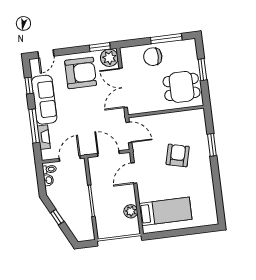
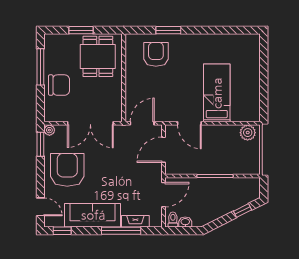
chair: (153, 57) -> (59, 85), turned -90
plant: (109, 58) -> (49, 130), width x0.53, depth x0.53
window: (29, 86) -> (62, 231), moved
armchair: (178, 155) -> (156, 54), moved, turned 76
door: (70, 158) -> (163, 195), swing flipped
plant: (131, 211) -> (248, 133), moved
bed: (165, 211) -> (217, 93), moved
window: (57, 217) -> (243, 211), moved

